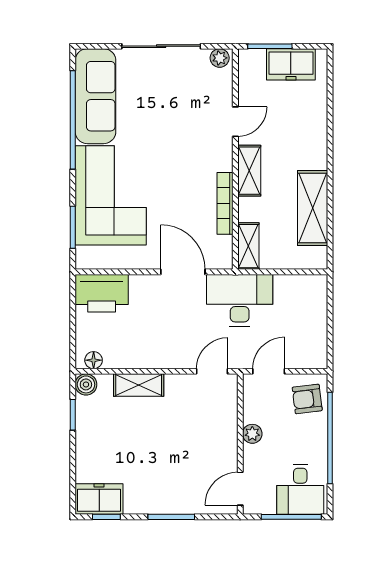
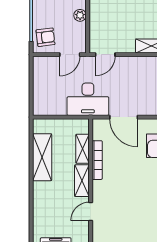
shelving: (248, 246) -> (83, 149), moved

